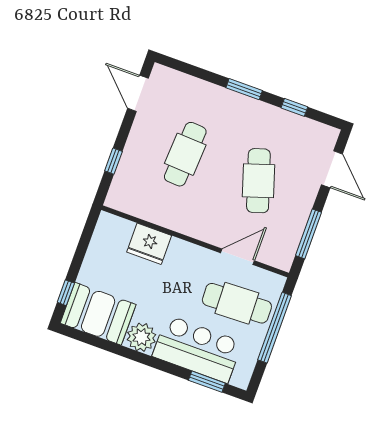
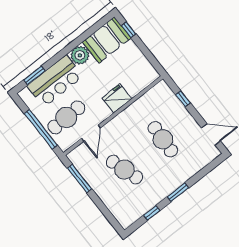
door: (332, 169) -> (106, 212), removed
fridge: (149, 244) -> (117, 98), moved

